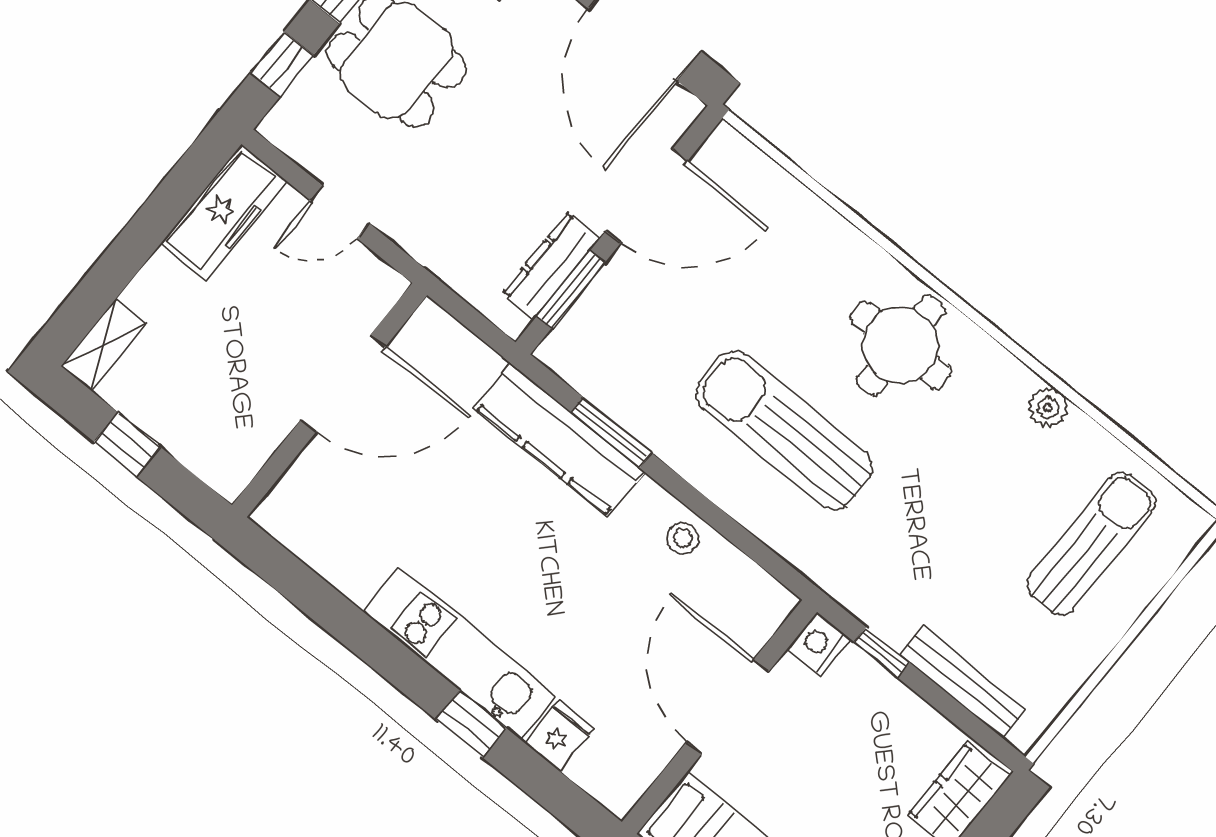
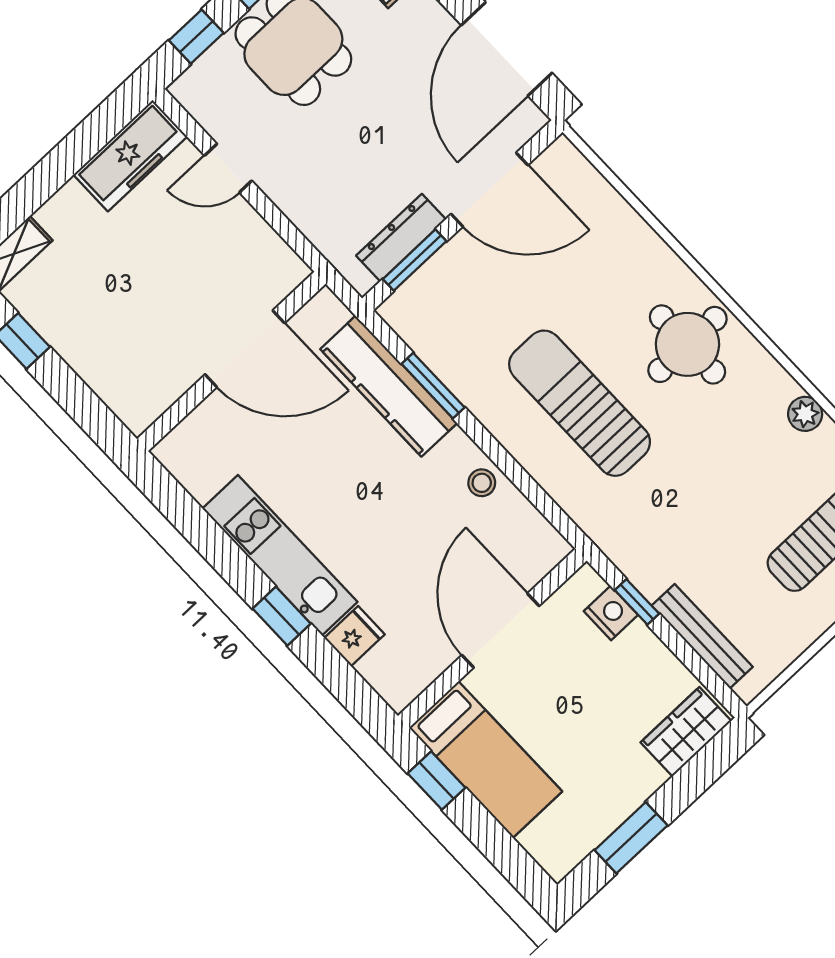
door: (343, 383) -> (245, 349), moved
wall: (330, 400) -> (231, 361), moved
nightstand: (819, 644) -> (611, 613), moved, turned 90

